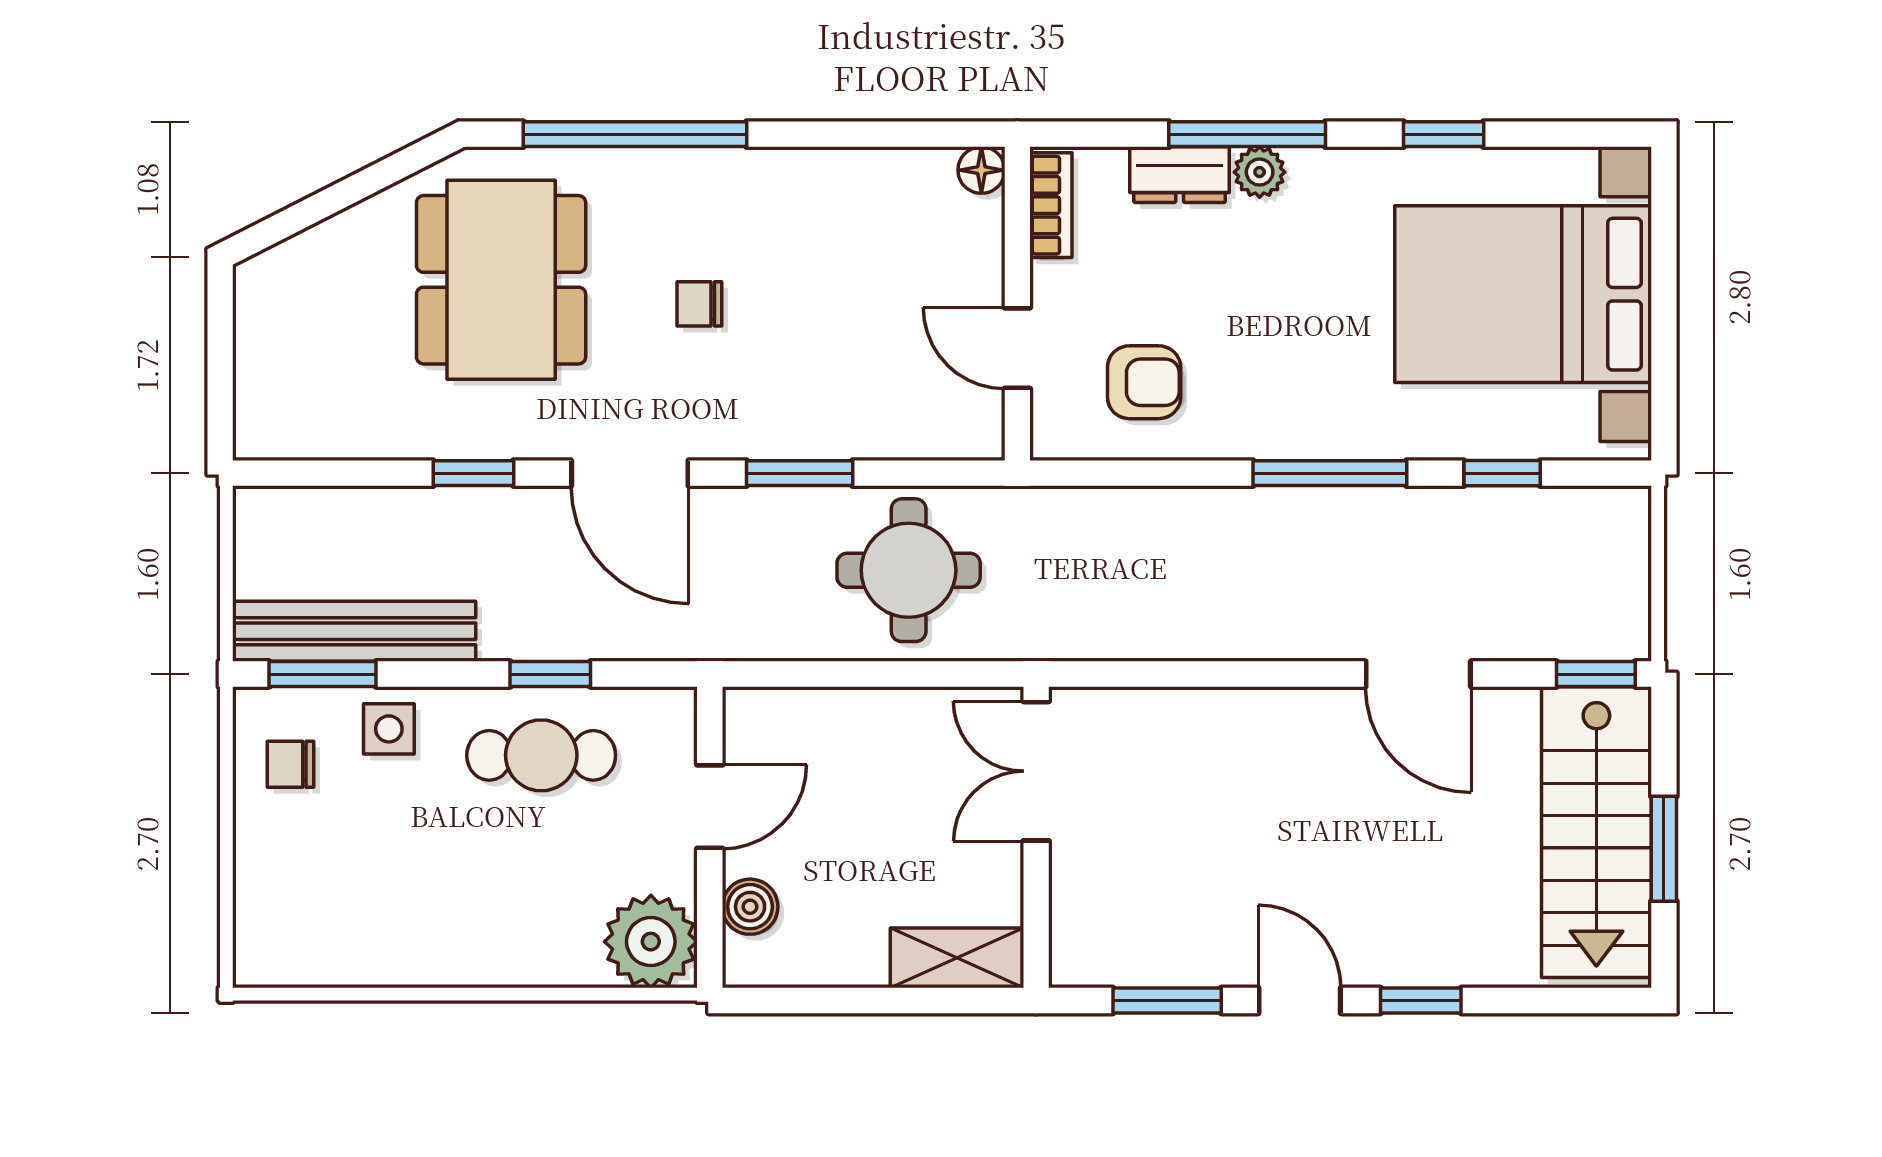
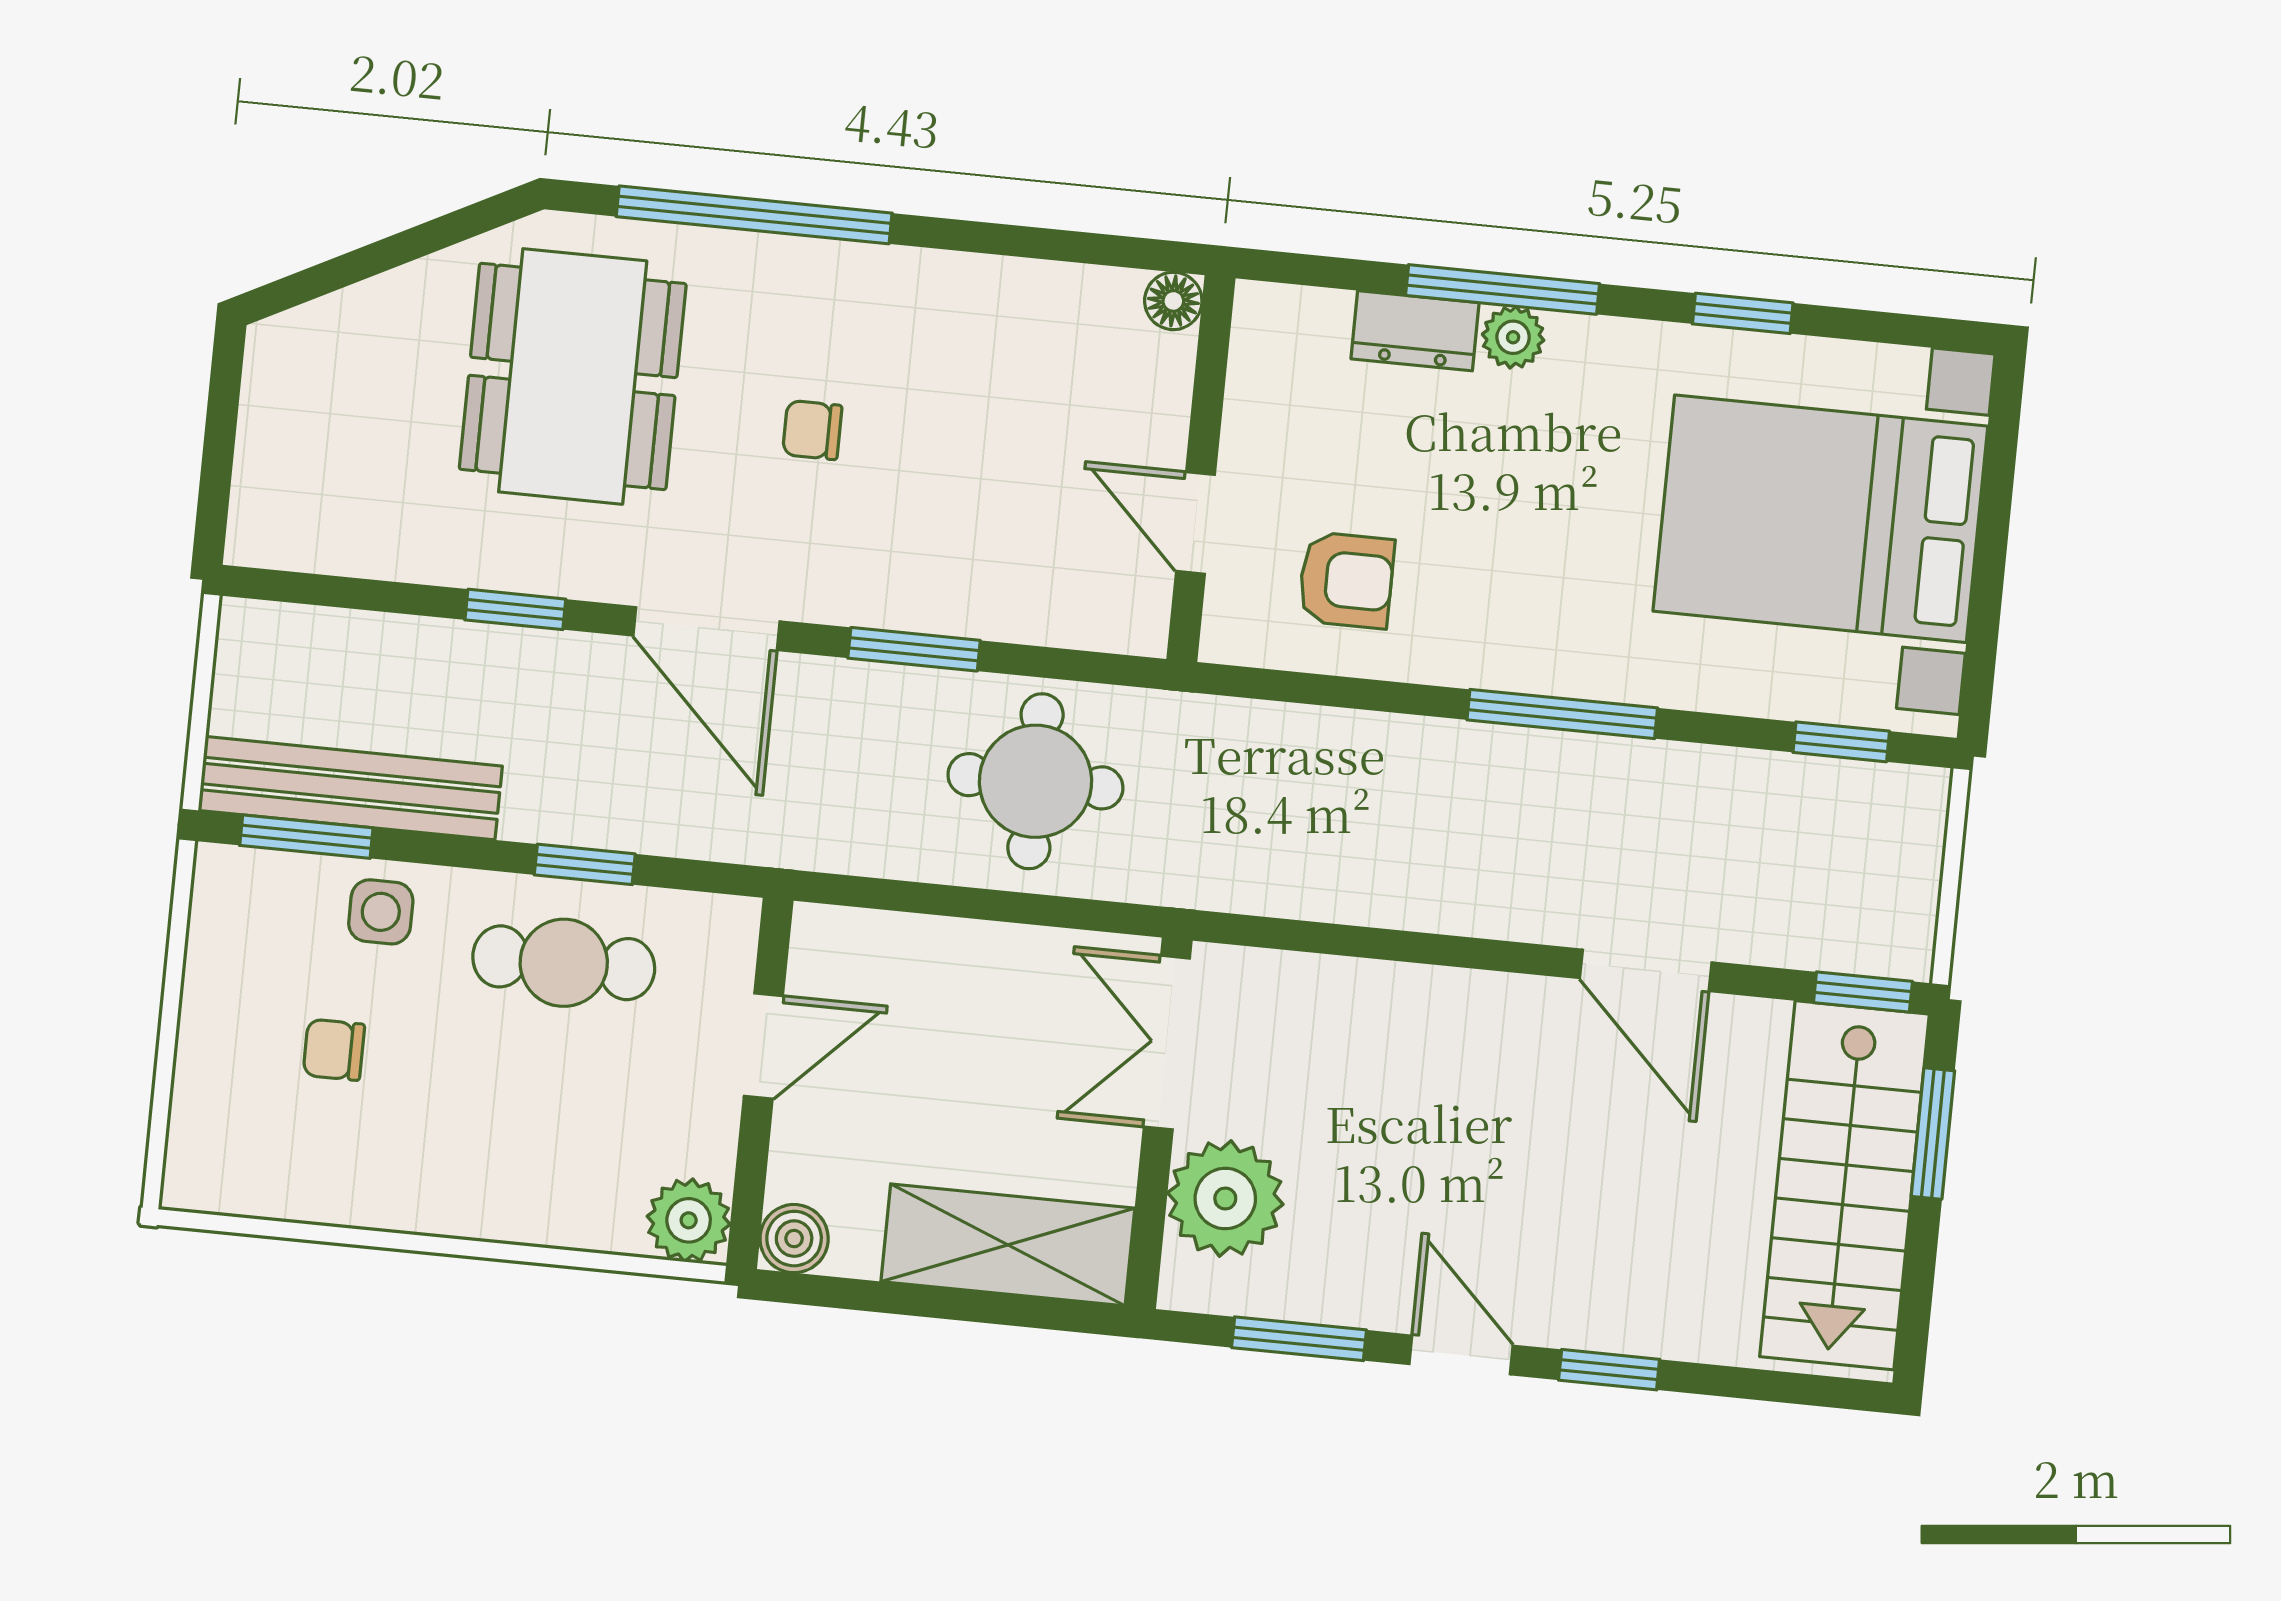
bookcase: (1051, 205) -> (1254, 352), removed
window: (1502, 473) -> (1841, 742), moved
chair: (291, 764) -> (334, 1050), moved
window: (1664, 849) -> (1933, 1134), moved
plant: (1096, 893) -> (1225, 1199), added
boiler: (750, 907) -> (794, 1239), moved
plant: (651, 942) -> (689, 1220), width x0.73, depth x0.73
shelving: (957, 958) -> (1008, 1245), width x1.50, depth x1.33

